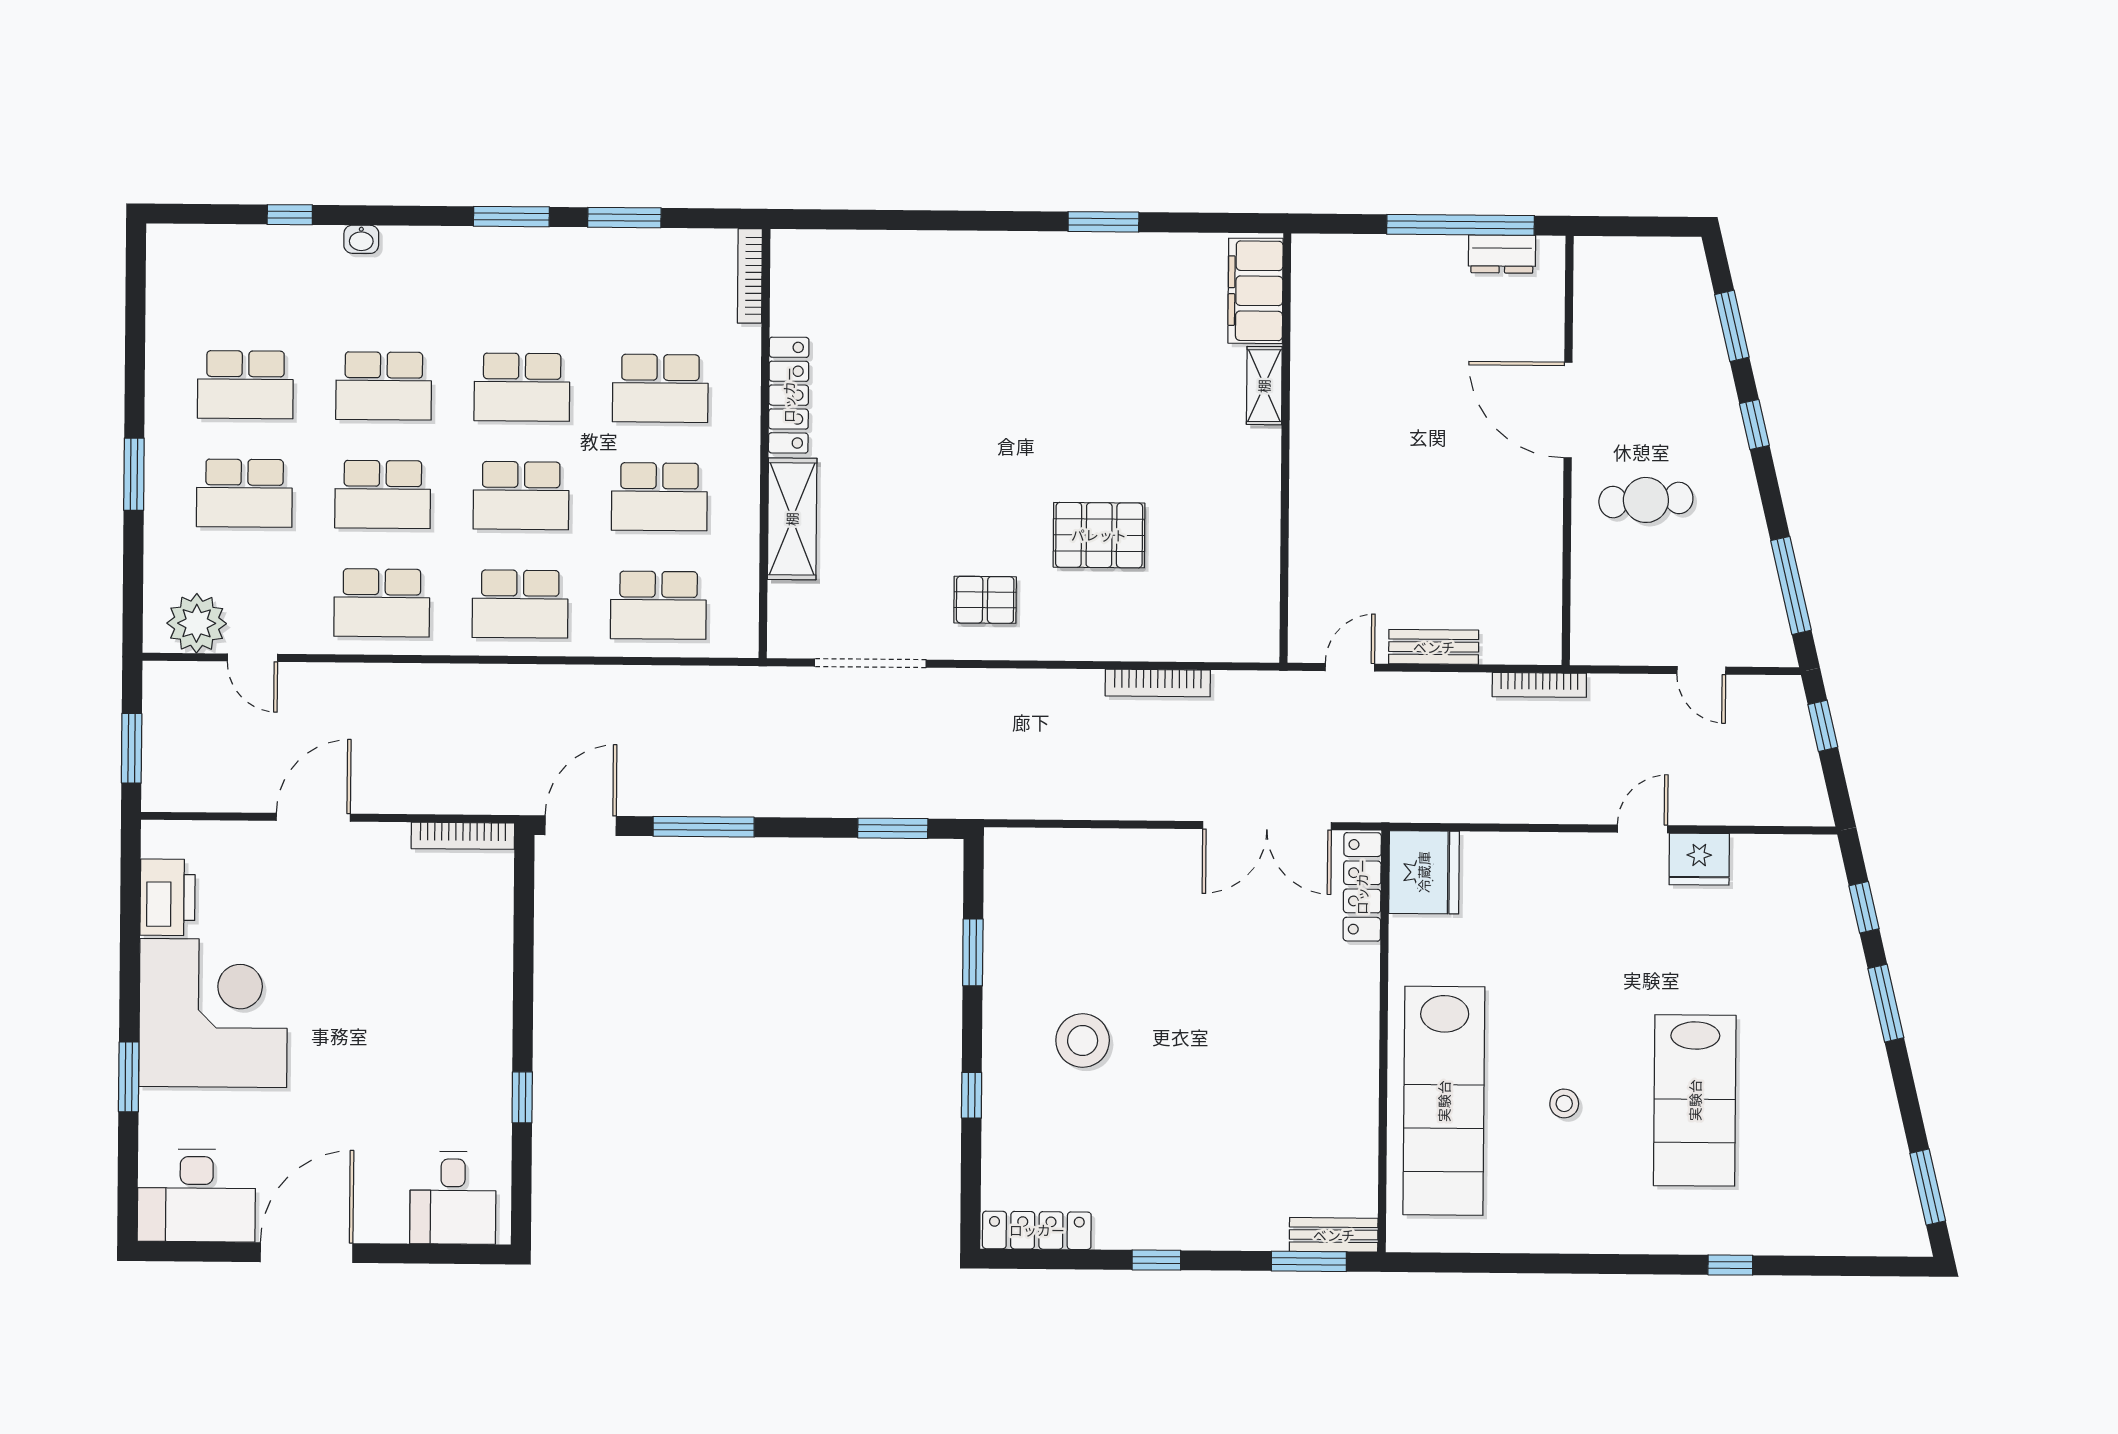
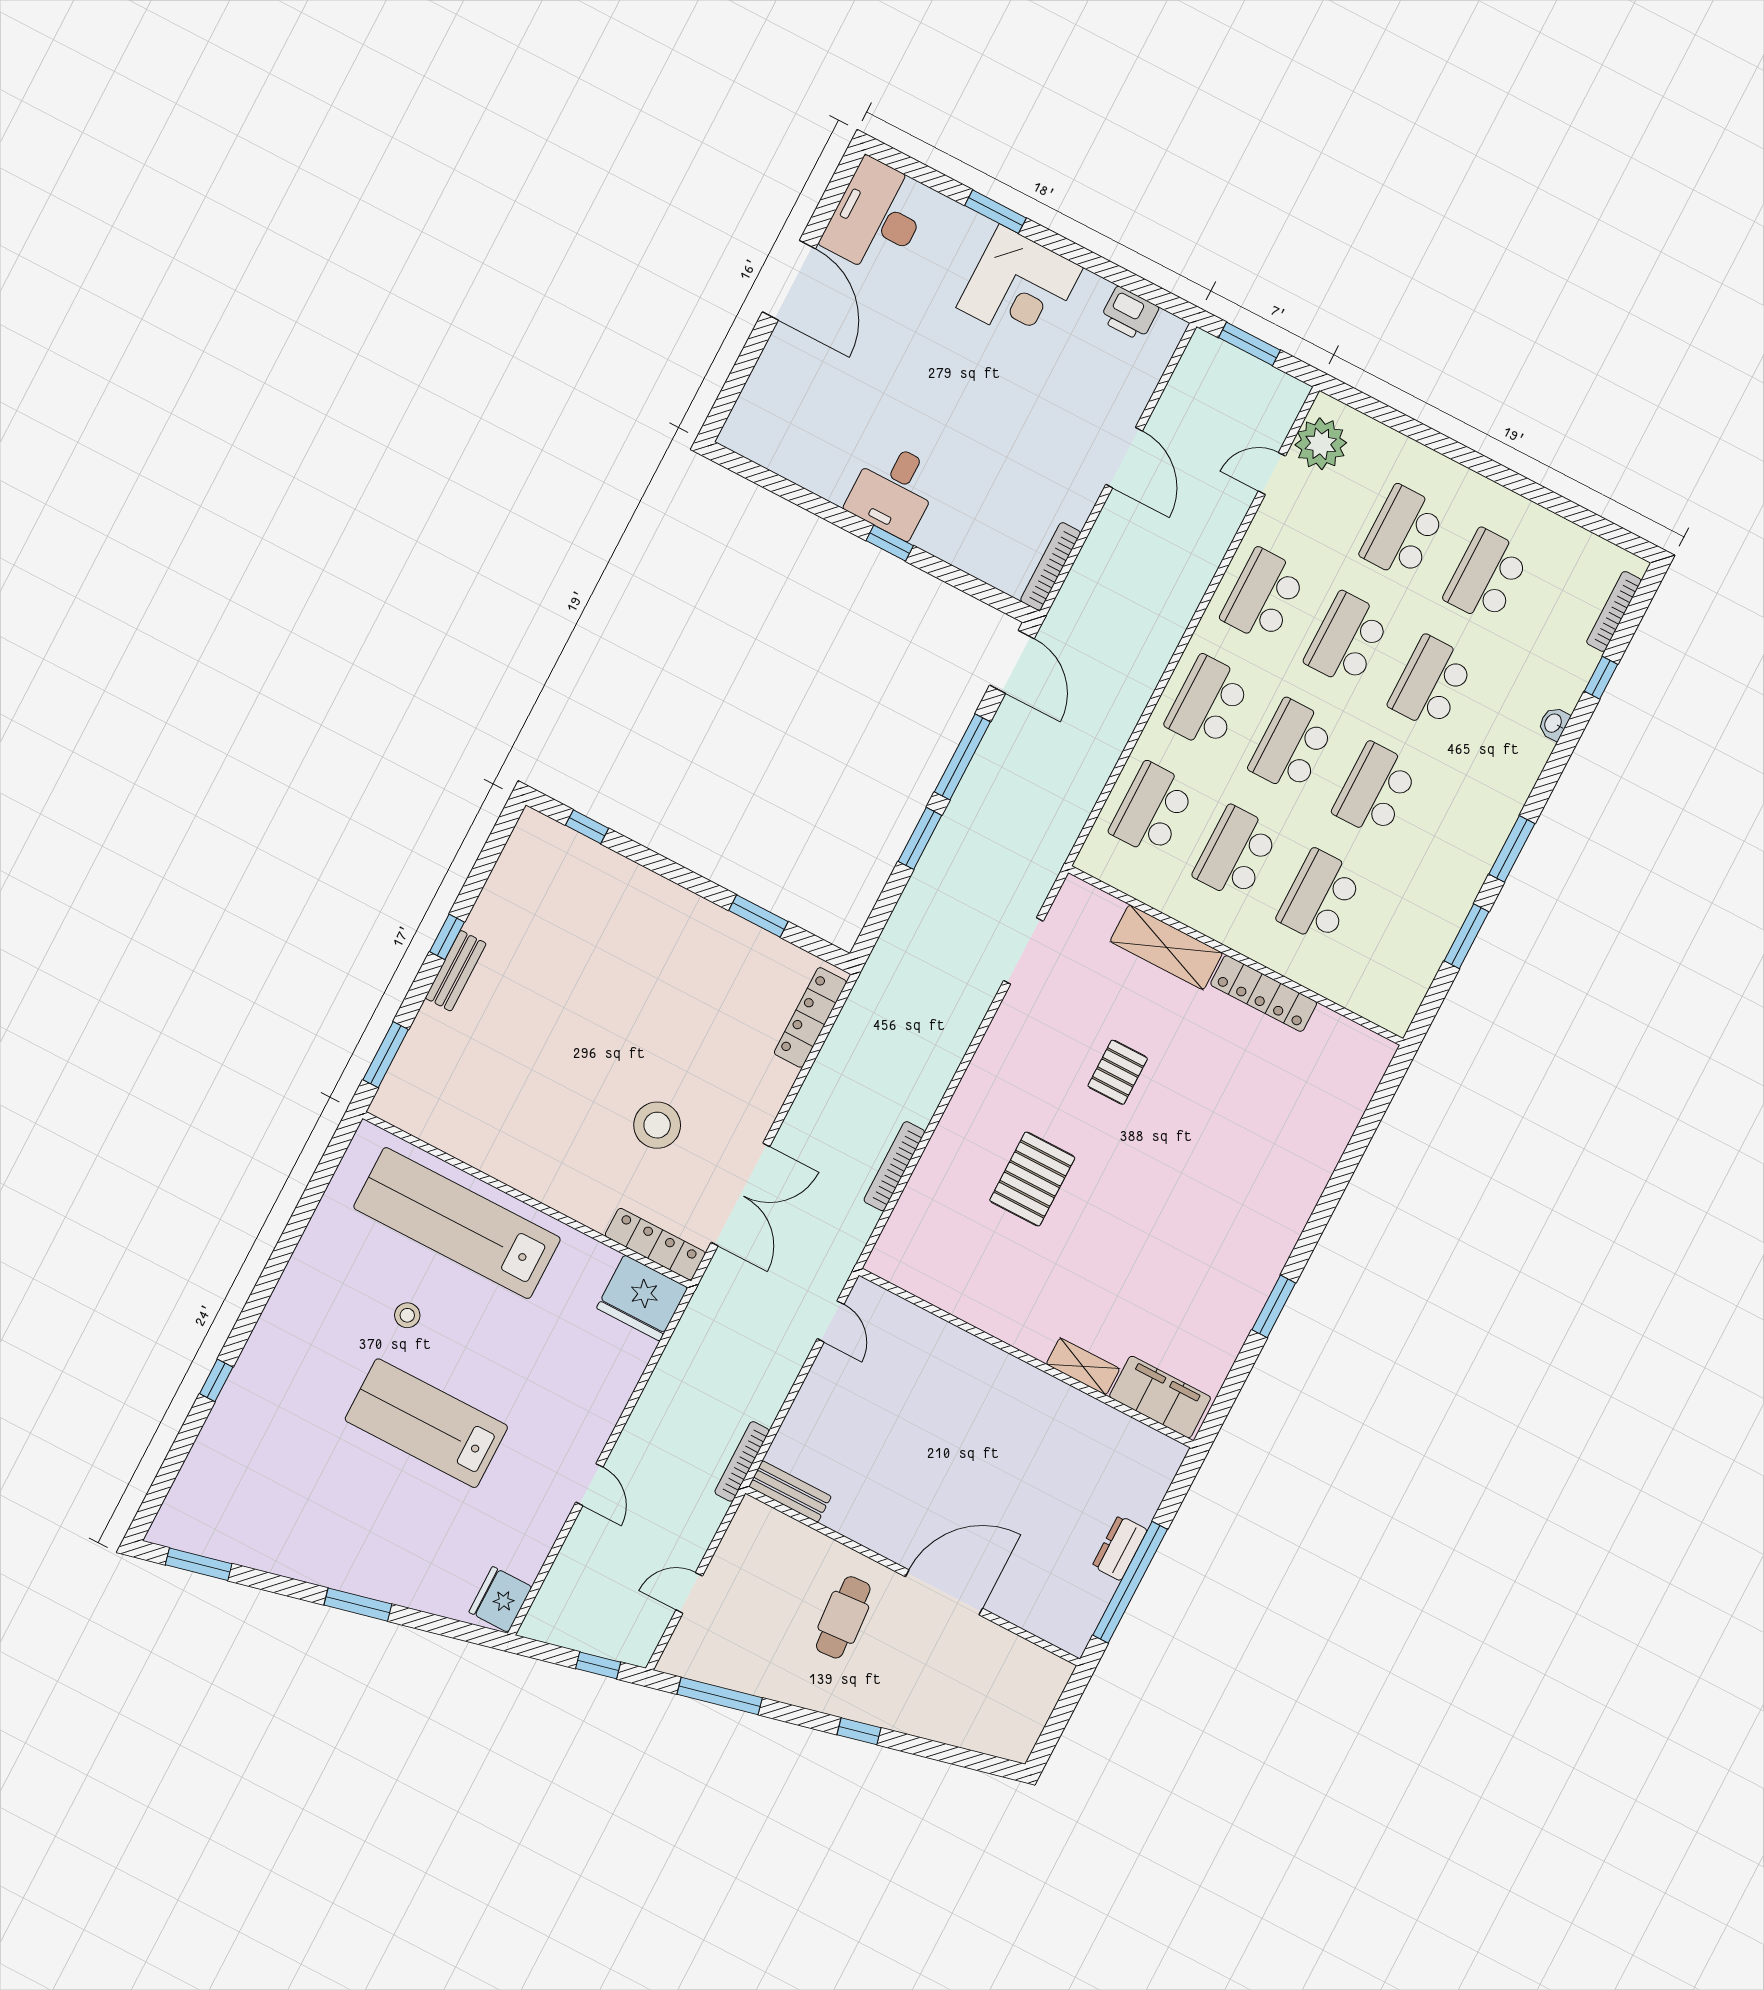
dresser: (1502, 254) -> (1120, 1548), moved
bookcase: (750, 276) -> (1614, 611), moved, turned -90
window: (1732, 326) -> (944, 1753), removed
window: (134, 474) -> (1461, 454), removed
pallet: (985, 600) -> (1118, 1072), moved
bench: (1434, 647) -> (790, 1492), moved, turned 90
doorway: (870, 663) -> (1023, 951), width x0.73
double door: (1267, 826) -> (740, 1195), swing flipped
window: (893, 828) -> (920, 838), moved
fridge: (1699, 859) -> (500, 1599), moved
printer: (168, 897) -> (1129, 314), width x0.73, depth x0.84
window: (1864, 907) -> (441, 1626), removed
corner desk: (213, 1013) -> (1020, 287), width x0.74, depth x0.74
stool: (1083, 1040) -> (657, 1125), moved
window: (972, 1095) -> (587, 827), moved
window: (522, 1097) -> (890, 543), moved
lab bench: (1695, 1100) -> (426, 1423), moved
desk: (453, 1198) -> (894, 490), moved, turned -90
locker: (1037, 1230) -> (810, 1017), moved, turned 180
bench: (1334, 1235) -> (456, 971), moved

